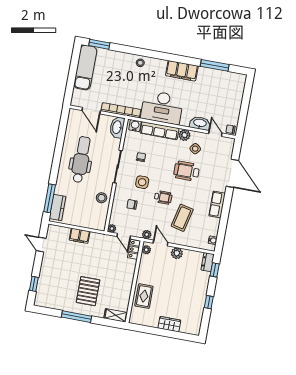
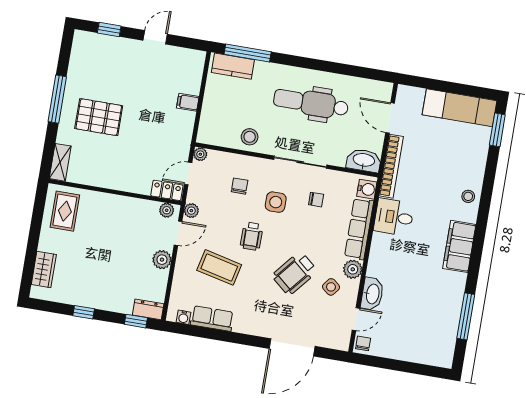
filing cabinet: (182, 71) -> (459, 246), moved
desk: (162, 107) -> (394, 217), width x0.53, depth x0.77
door: (91, 111) -> (390, 118), hinge flipped
dental chair: (81, 160) -> (311, 103), turned 180
wheelchair: (187, 171) -> (295, 273), turned -140
row of seats: (217, 205) -> (212, 319), moved
filing cabinet: (80, 236) -> (188, 102), width x0.50
door: (41, 245) -> (155, 37), moved
rug: (144, 296) -> (65, 211), moved, turned 90
wardrobe: (169, 324) -> (44, 269), moved

